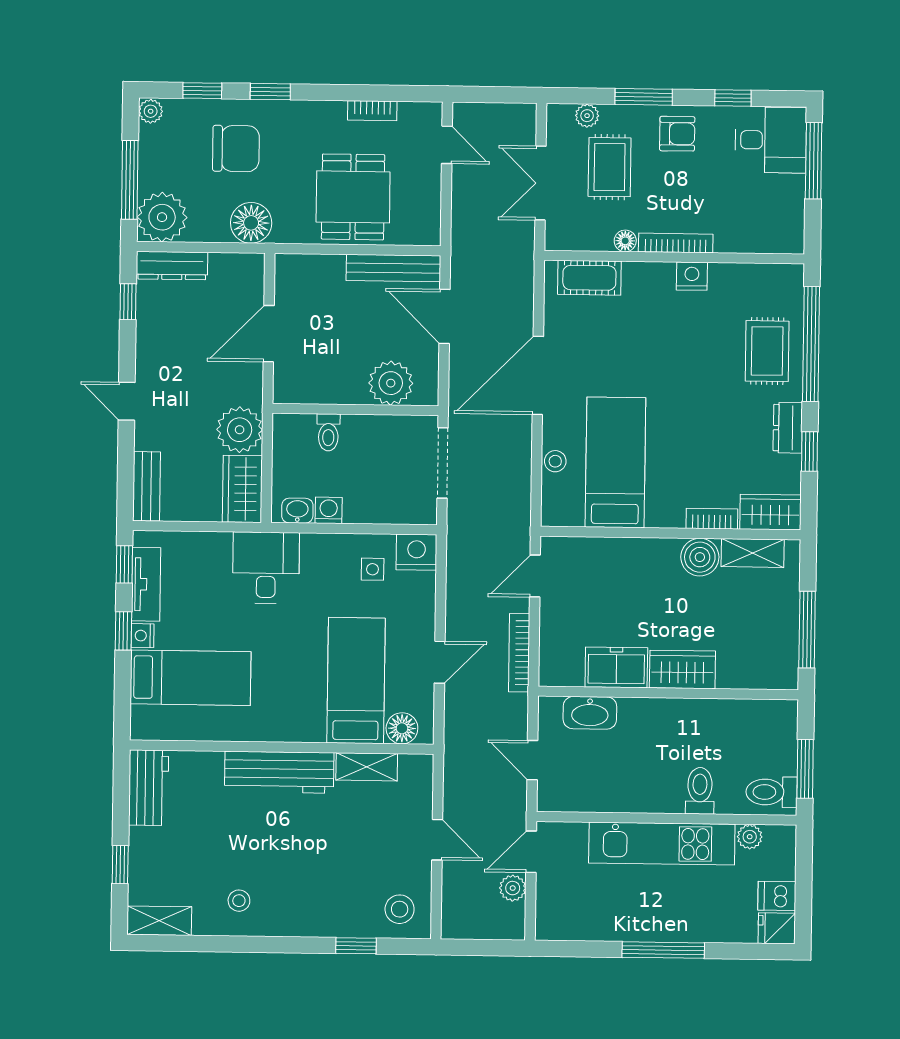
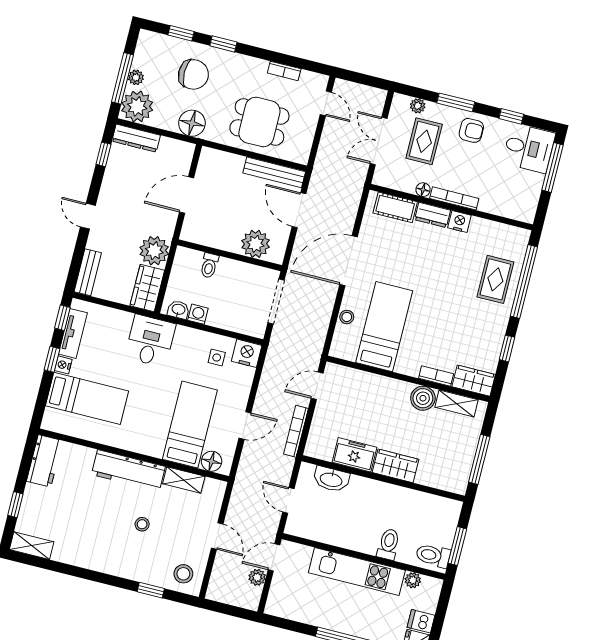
plant: (151, 111) -> (136, 77), moved
dining table: (353, 197) -> (259, 122), turned 90
dresser: (788, 428) -> (433, 215), moved, turned -90
stool: (239, 901) -> (142, 524), moved

